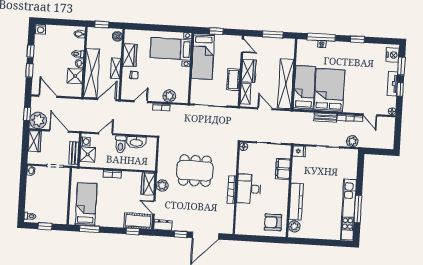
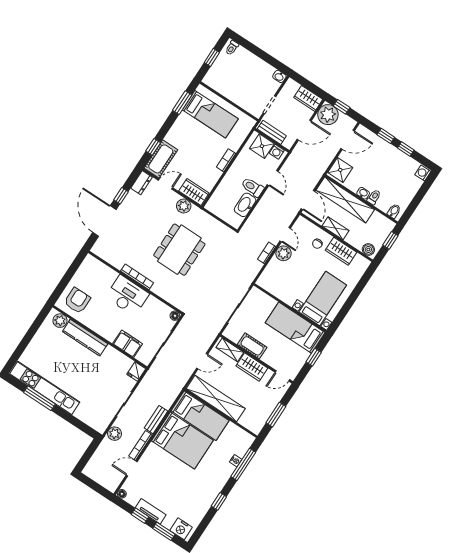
shower: (75, 76) -> (340, 170), moved
plant: (169, 96) -> (284, 253), moved

